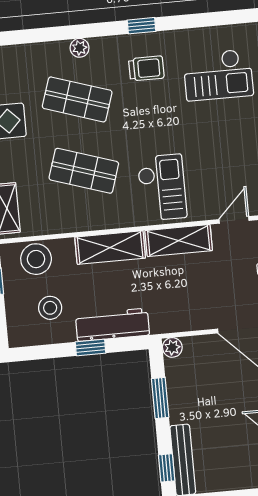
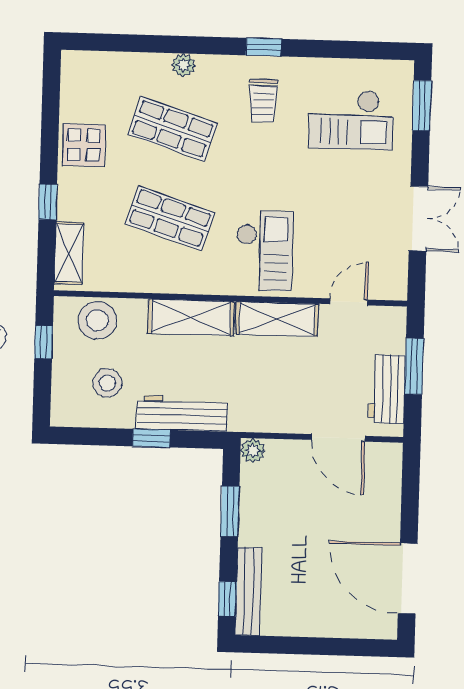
trolley: (146, 68) -> (263, 101), turned 90

